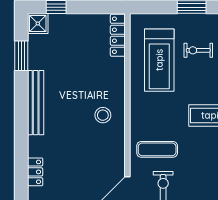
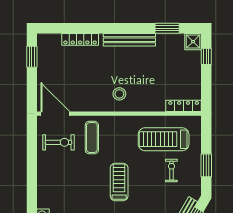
locker: (35, 172) -> (80, 39), width x1.53

